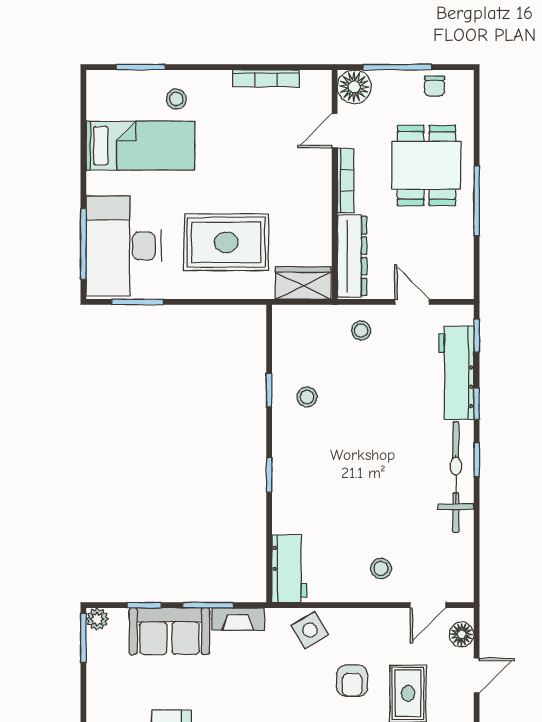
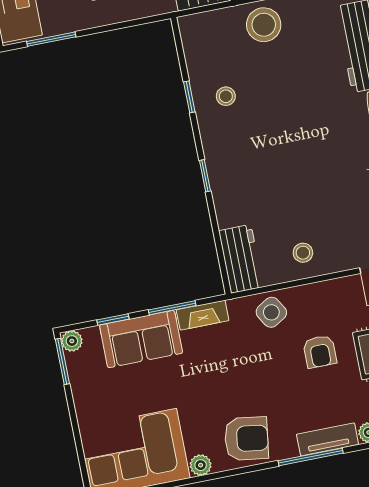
stool: (361, 331) -> (264, 25), width x1.89, depth x1.89
stool: (381, 568) -> (303, 253), moved

